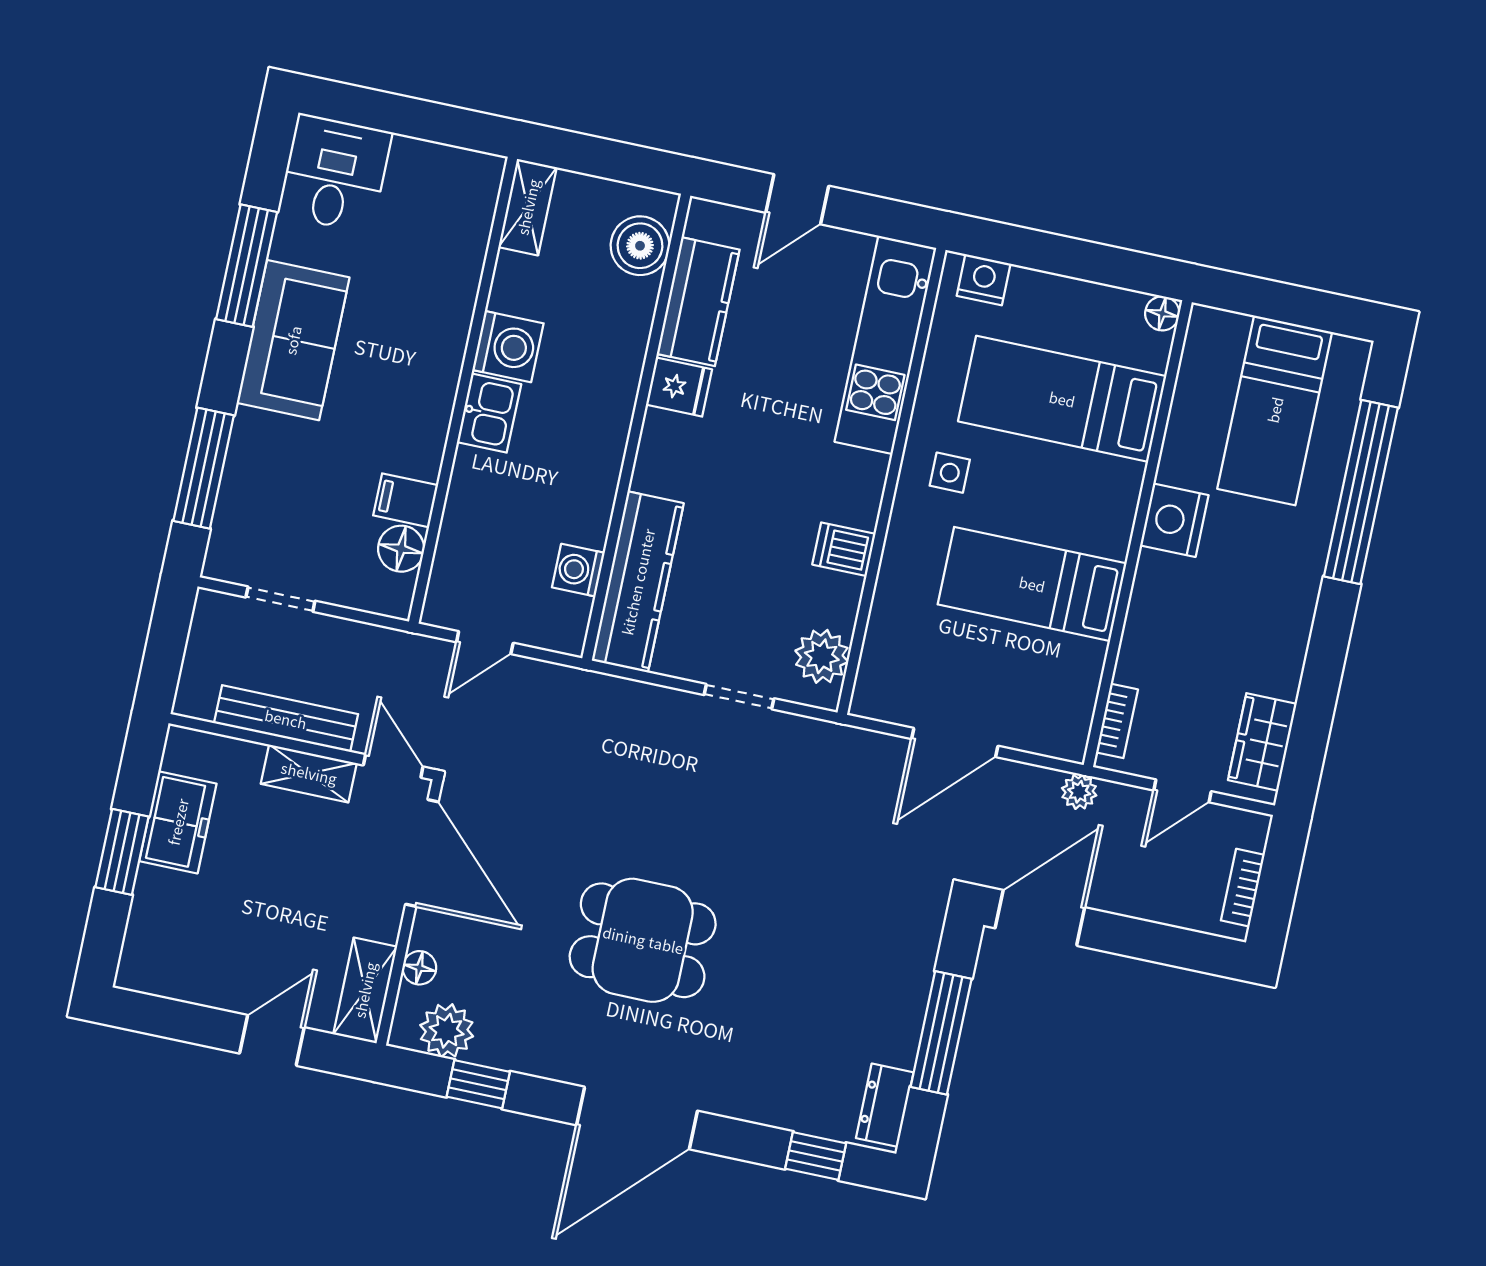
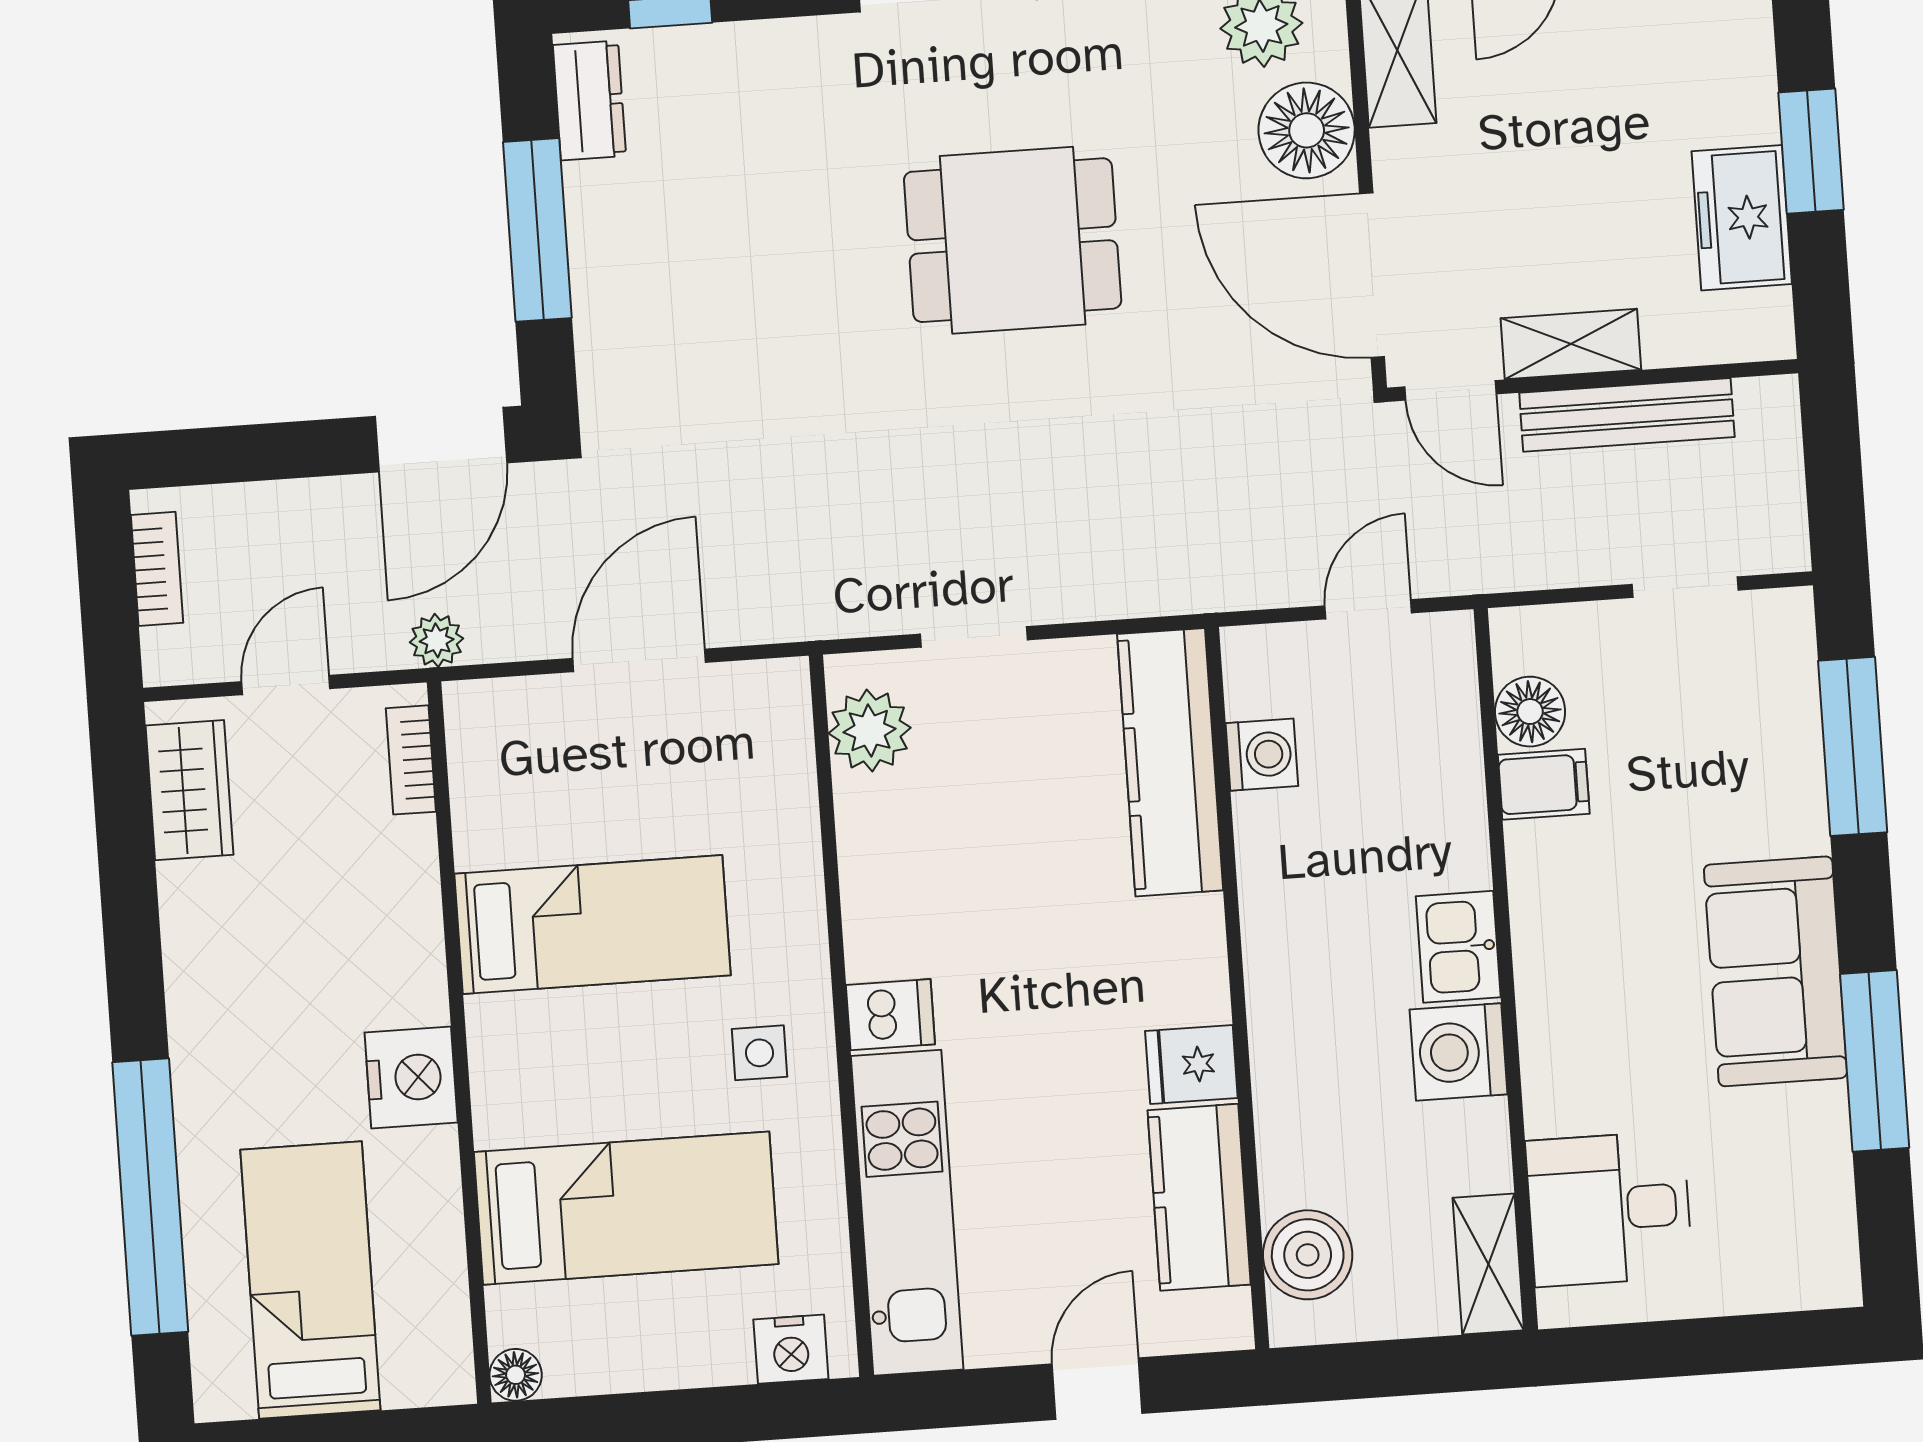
desk: (335, 173) -> (1609, 1209), moved, turned 90
dishwasher: (844, 549) -> (890, 1015), moved
floor lamp: (419, 968) -> (1307, 130), width x1.89, depth x1.89

